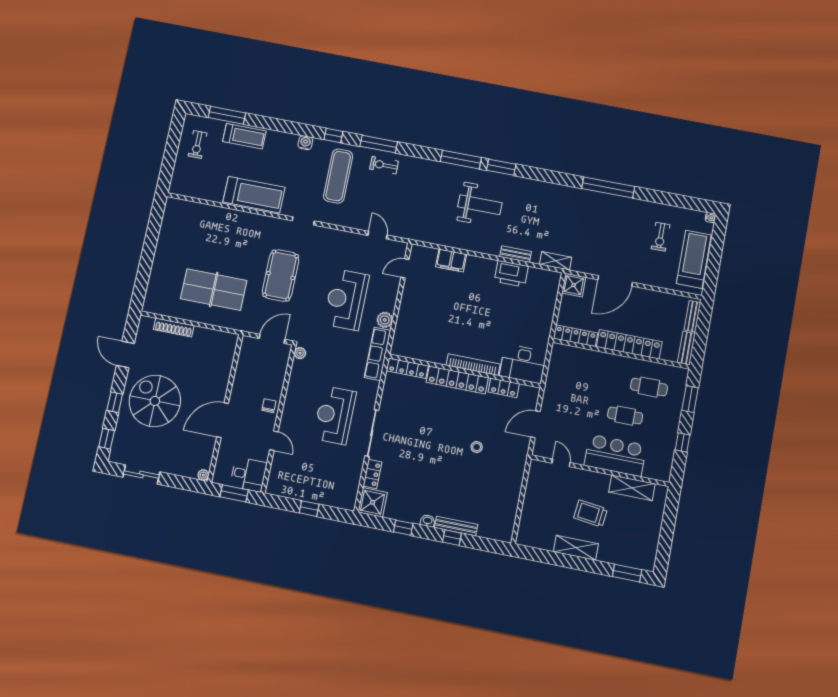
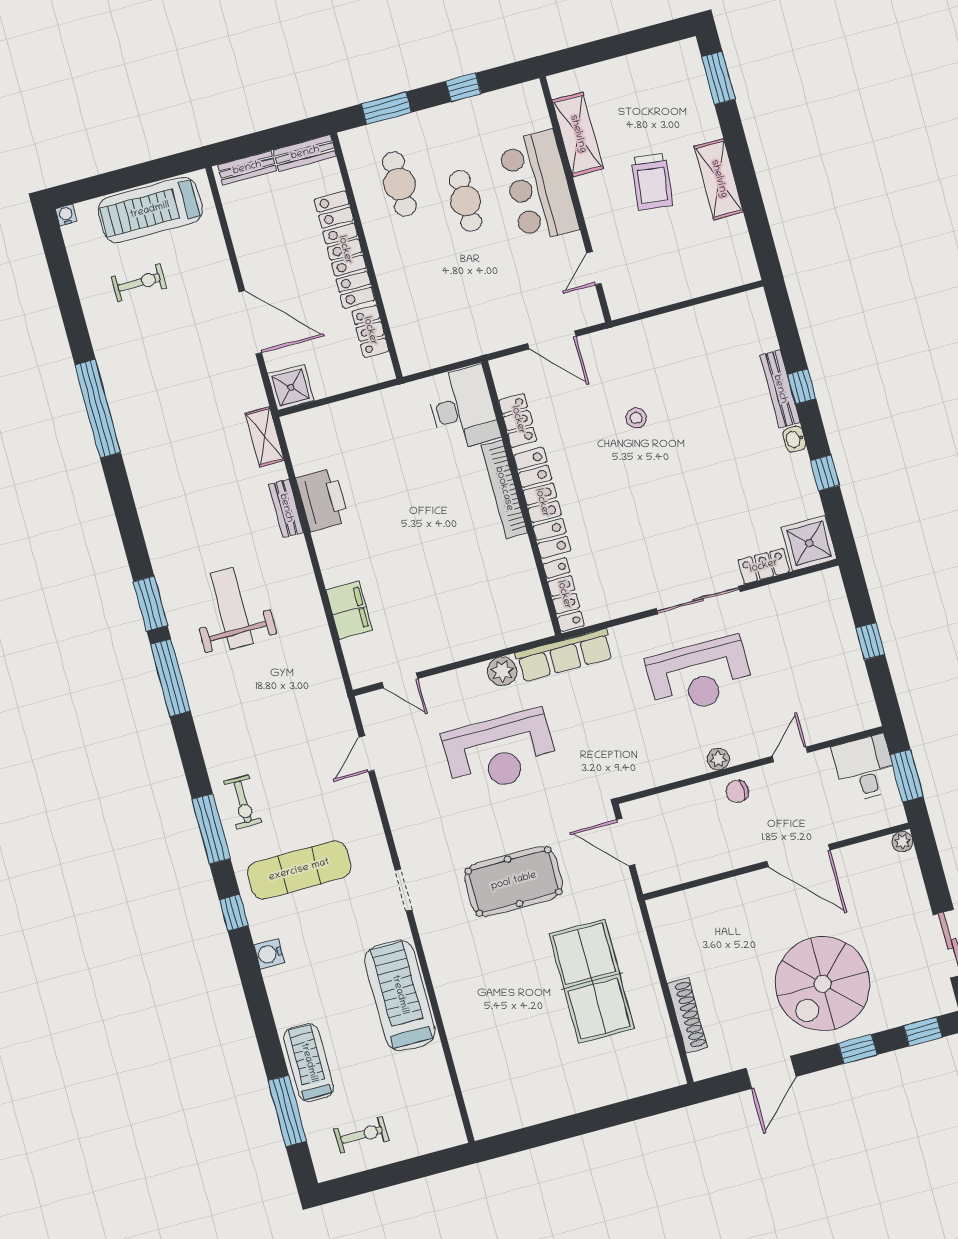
locker: (575, 336) -> (370, 331), width x0.66
plant: (300, 353) -> (718, 759), moved

